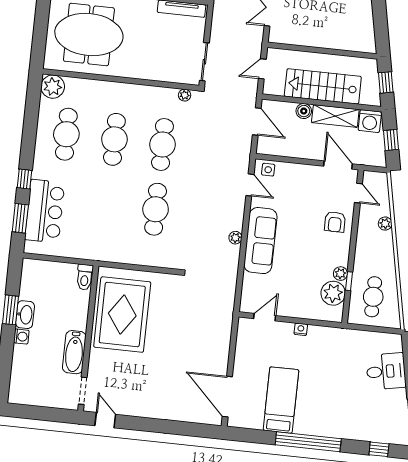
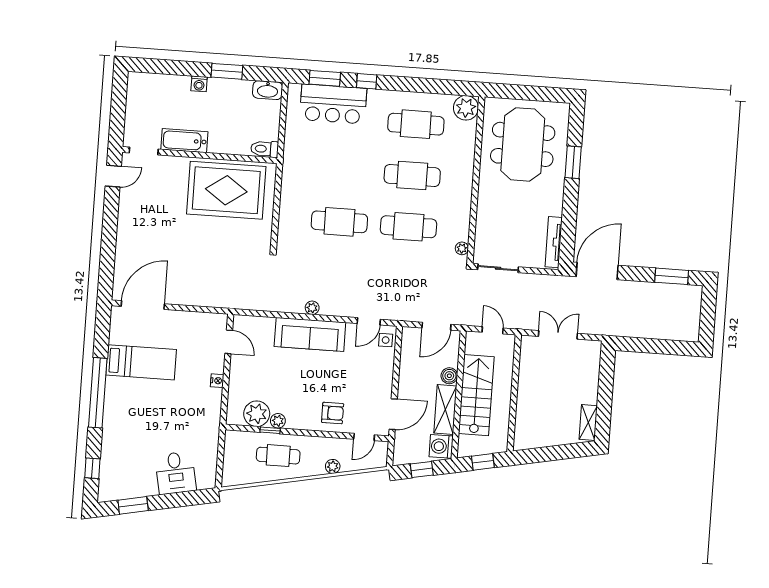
armchair: (335, 222) -> (333, 413), turned 180
cafe table: (373, 297) -> (278, 456), moved
washbasin: (25, 315) -> (268, 90), moved

